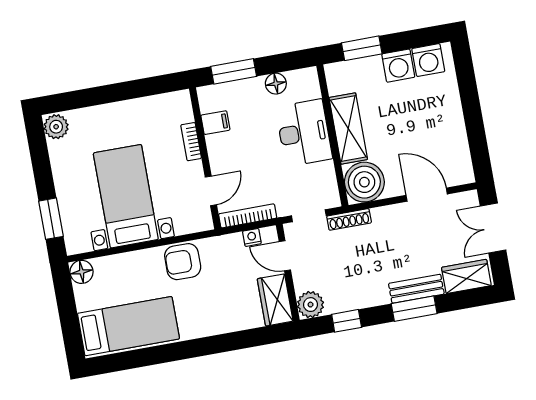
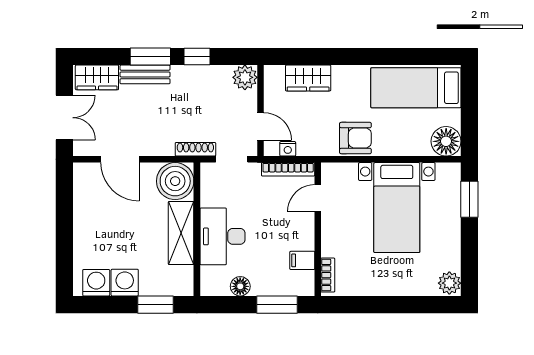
bookcase: (191, 142) -> (328, 275), moved
floor lamp: (82, 272) -> (446, 141), width x1.38, depth x1.38
wardrobe: (275, 300) -> (308, 78), moved, turned 90
window: (347, 321) -> (197, 57), moved

